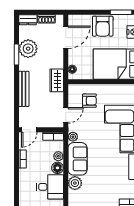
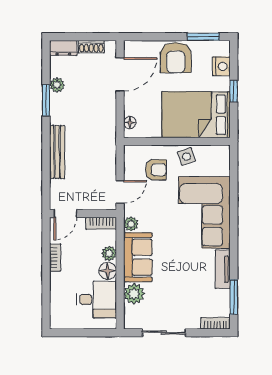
plant: (28, 49) -> (57, 85), width x0.53, depth x0.53
wardrobe: (57, 80) -> (106, 139), removed
side table: (110, 92) -> (187, 156), added

